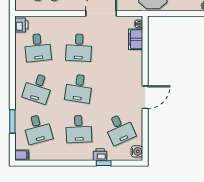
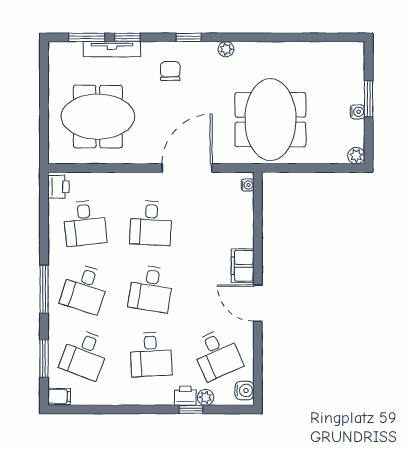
filing cabinet: (136, 39) -> (243, 266), moved
window: (12, 89) -> (44, 289), added
door: (145, 97) -> (258, 303), swing flipped
window: (12, 121) -> (44, 358), moved
desk: (38, 129) -> (85, 354), turned 36
plant: (113, 156) -> (206, 397), added

